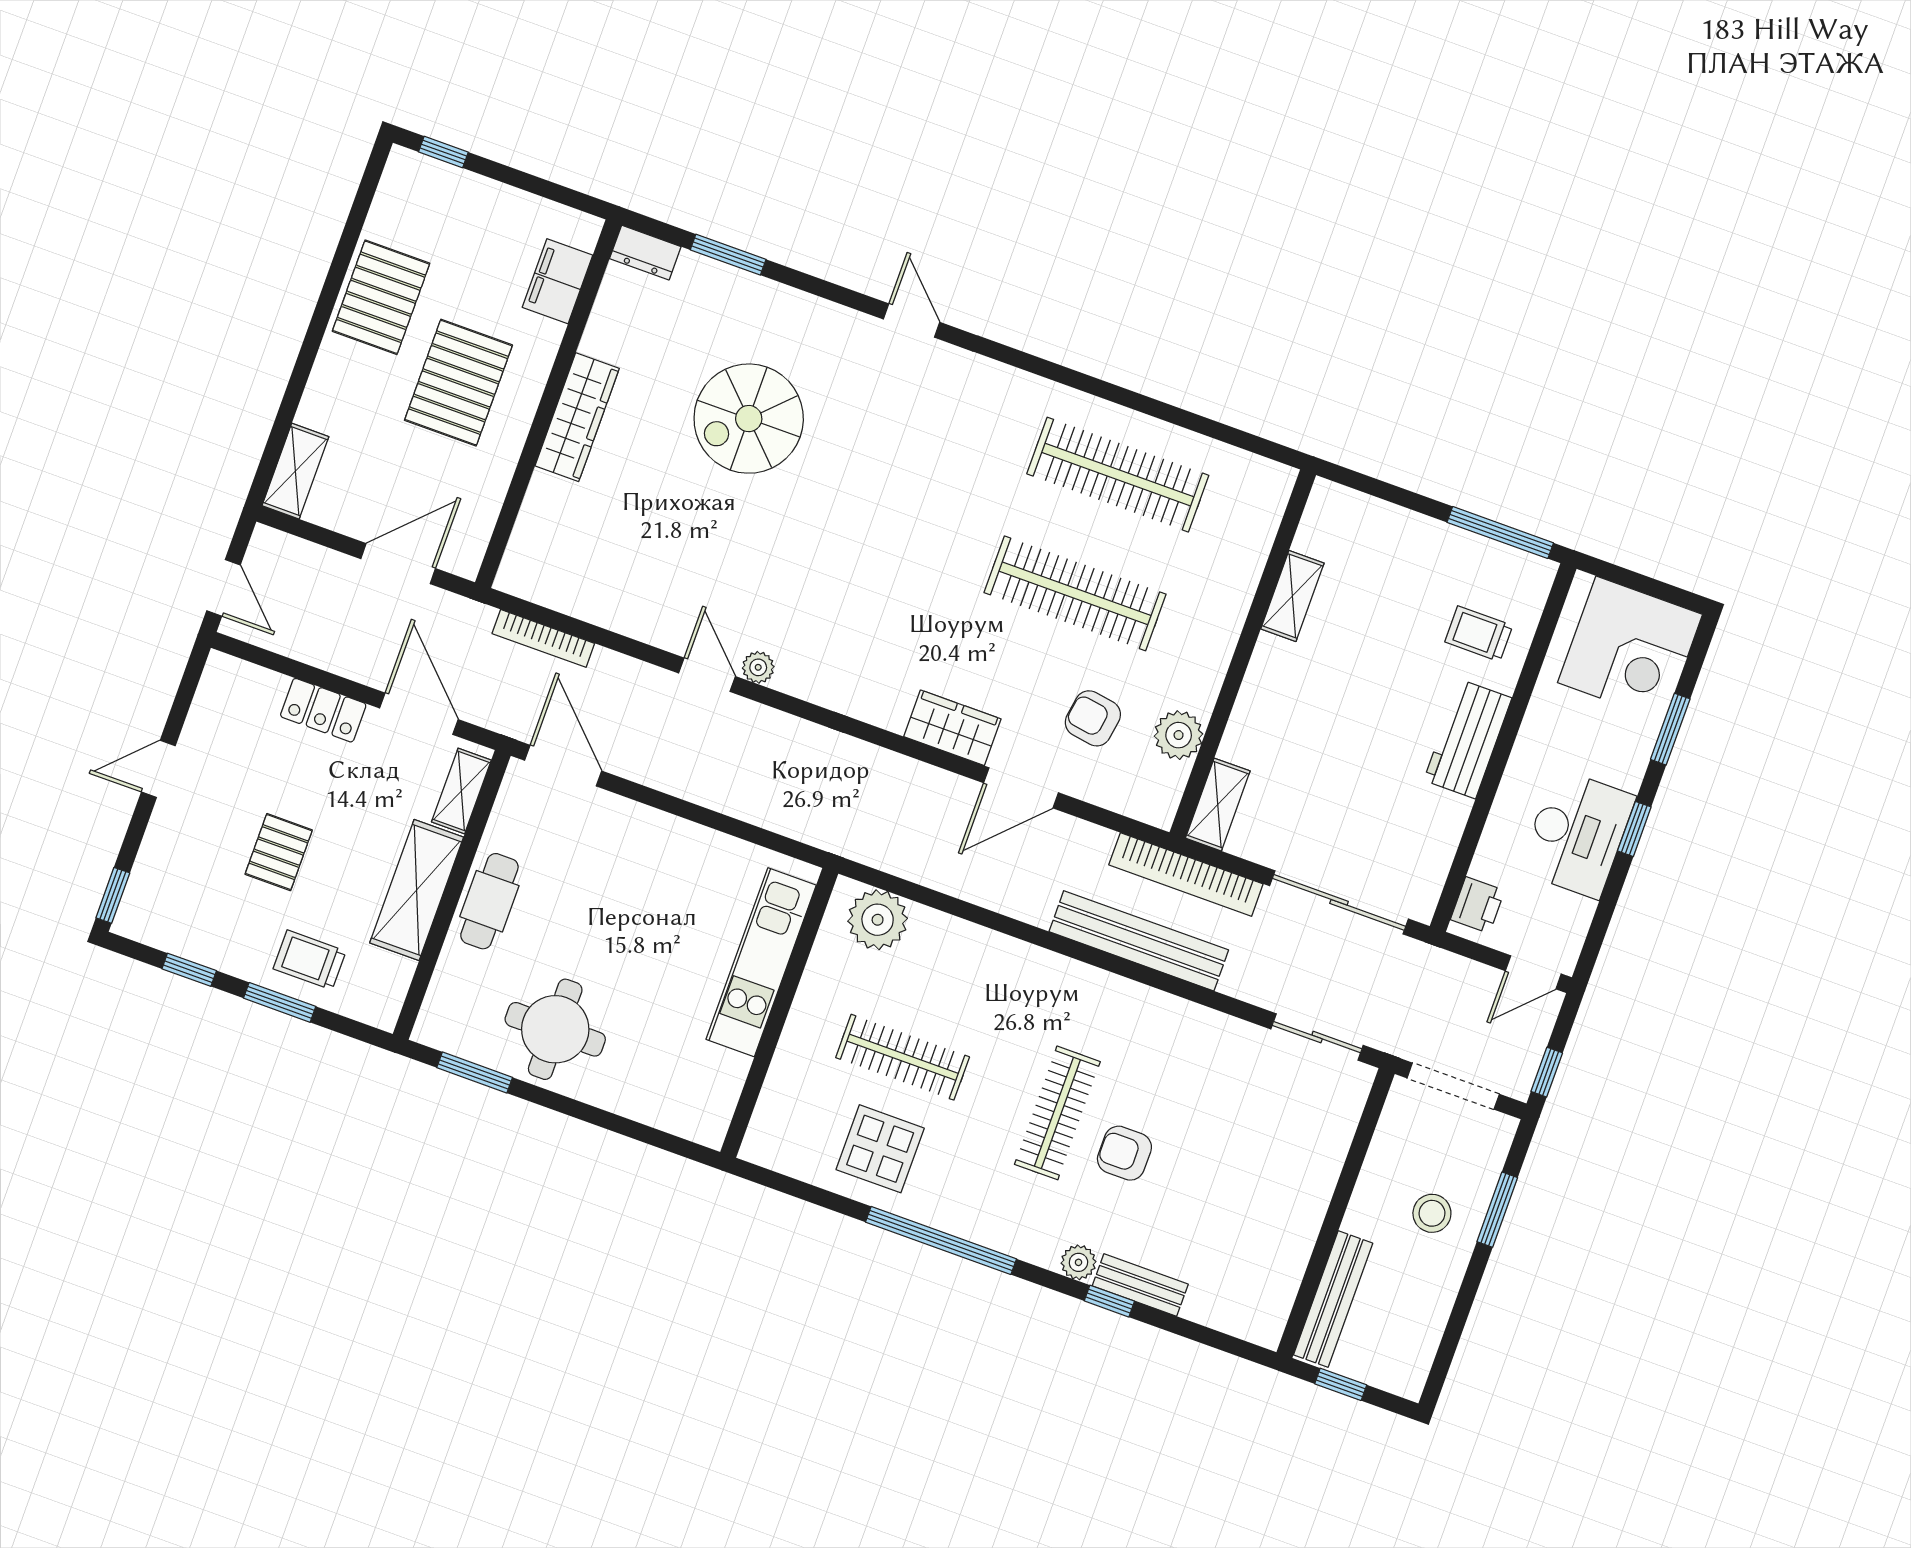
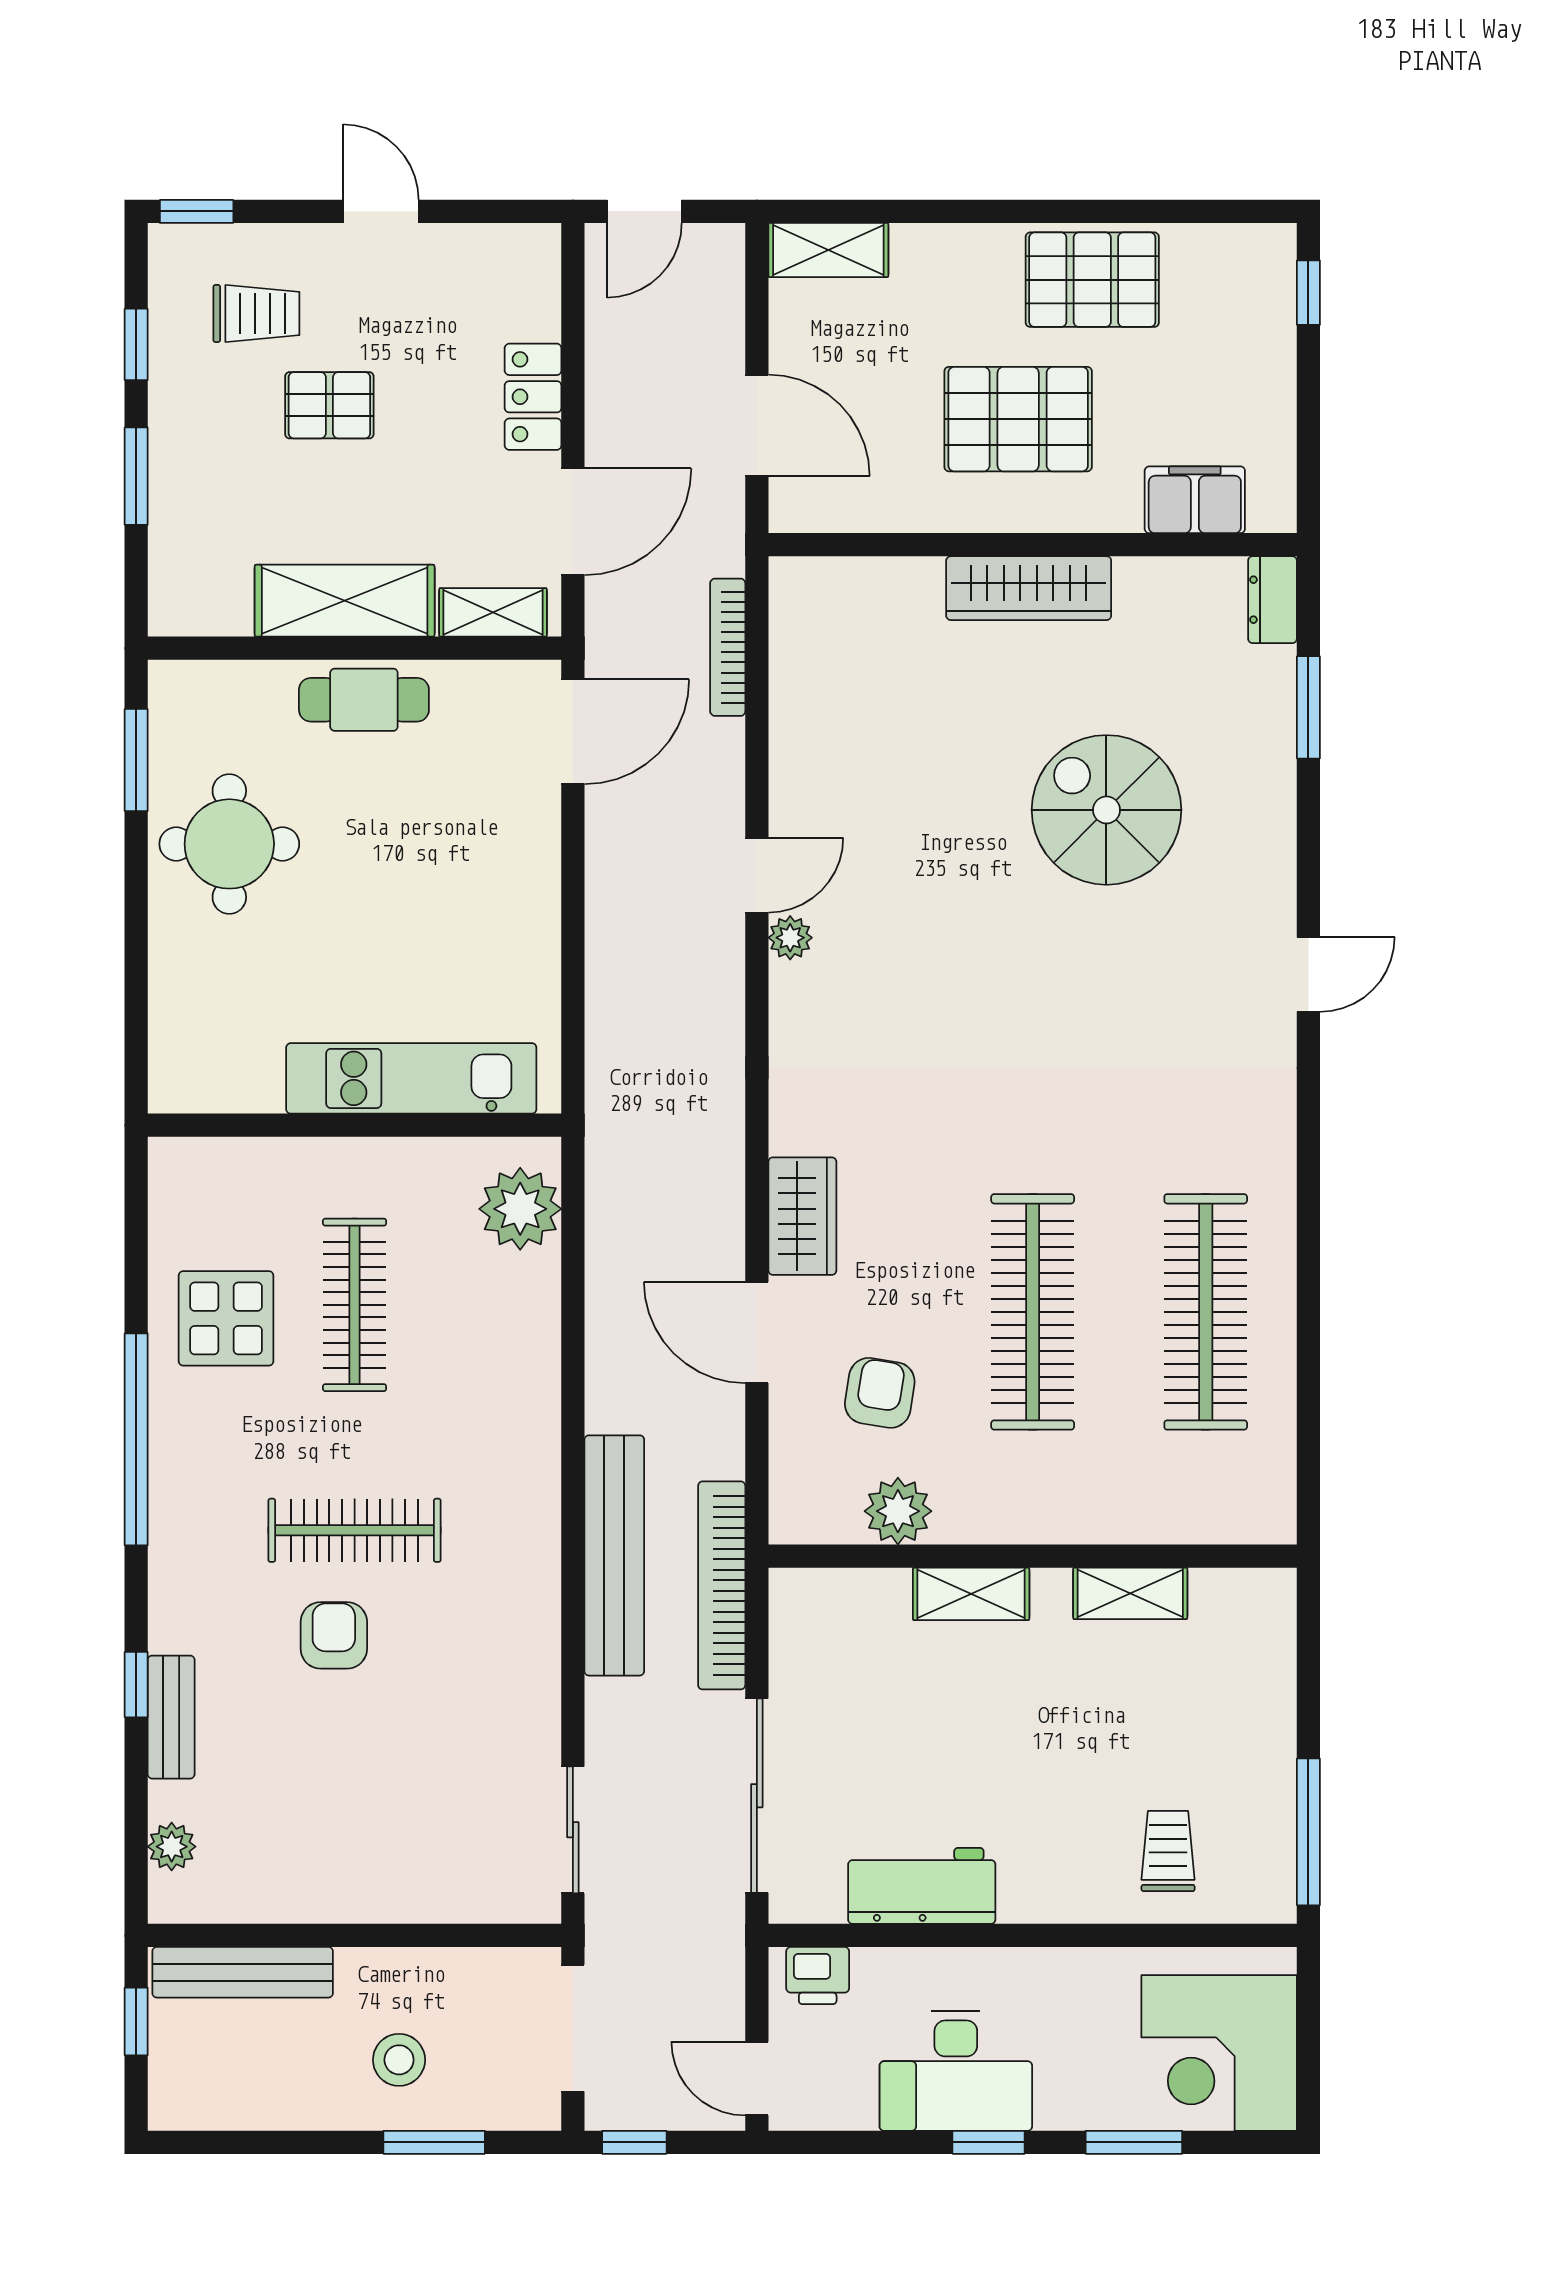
workbench: (1468, 739) -> (922, 1886), moved
shelving: (1218, 805) -> (971, 1594), moved
trolley: (310, 960) -> (256, 313), moved, turned 90
plant: (1078, 1262) -> (172, 1847), moved

